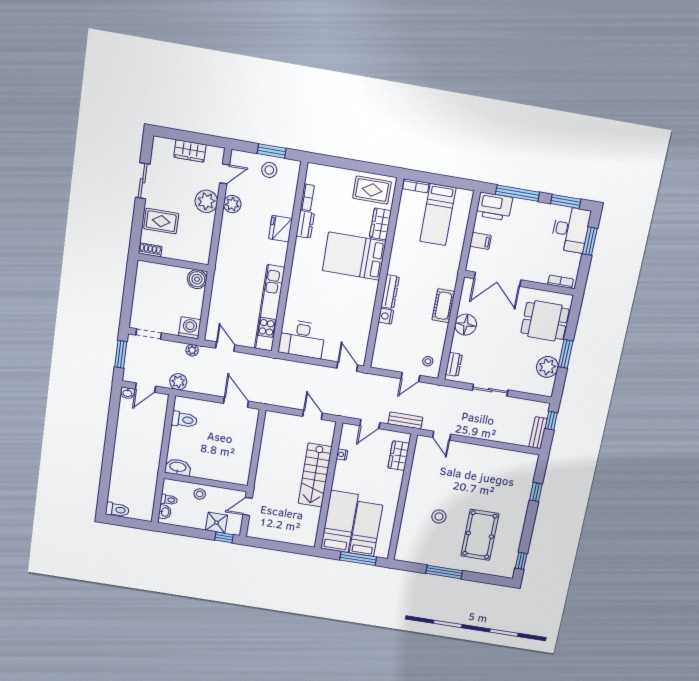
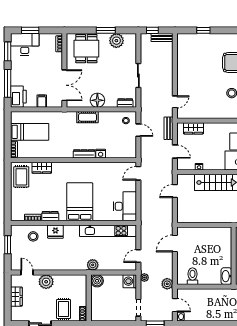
stool: (269, 170) -> (33, 236), moved
plant: (232, 204) -> (93, 265), moved
bed: (354, 256) -> (80, 202), moved, turned 180

